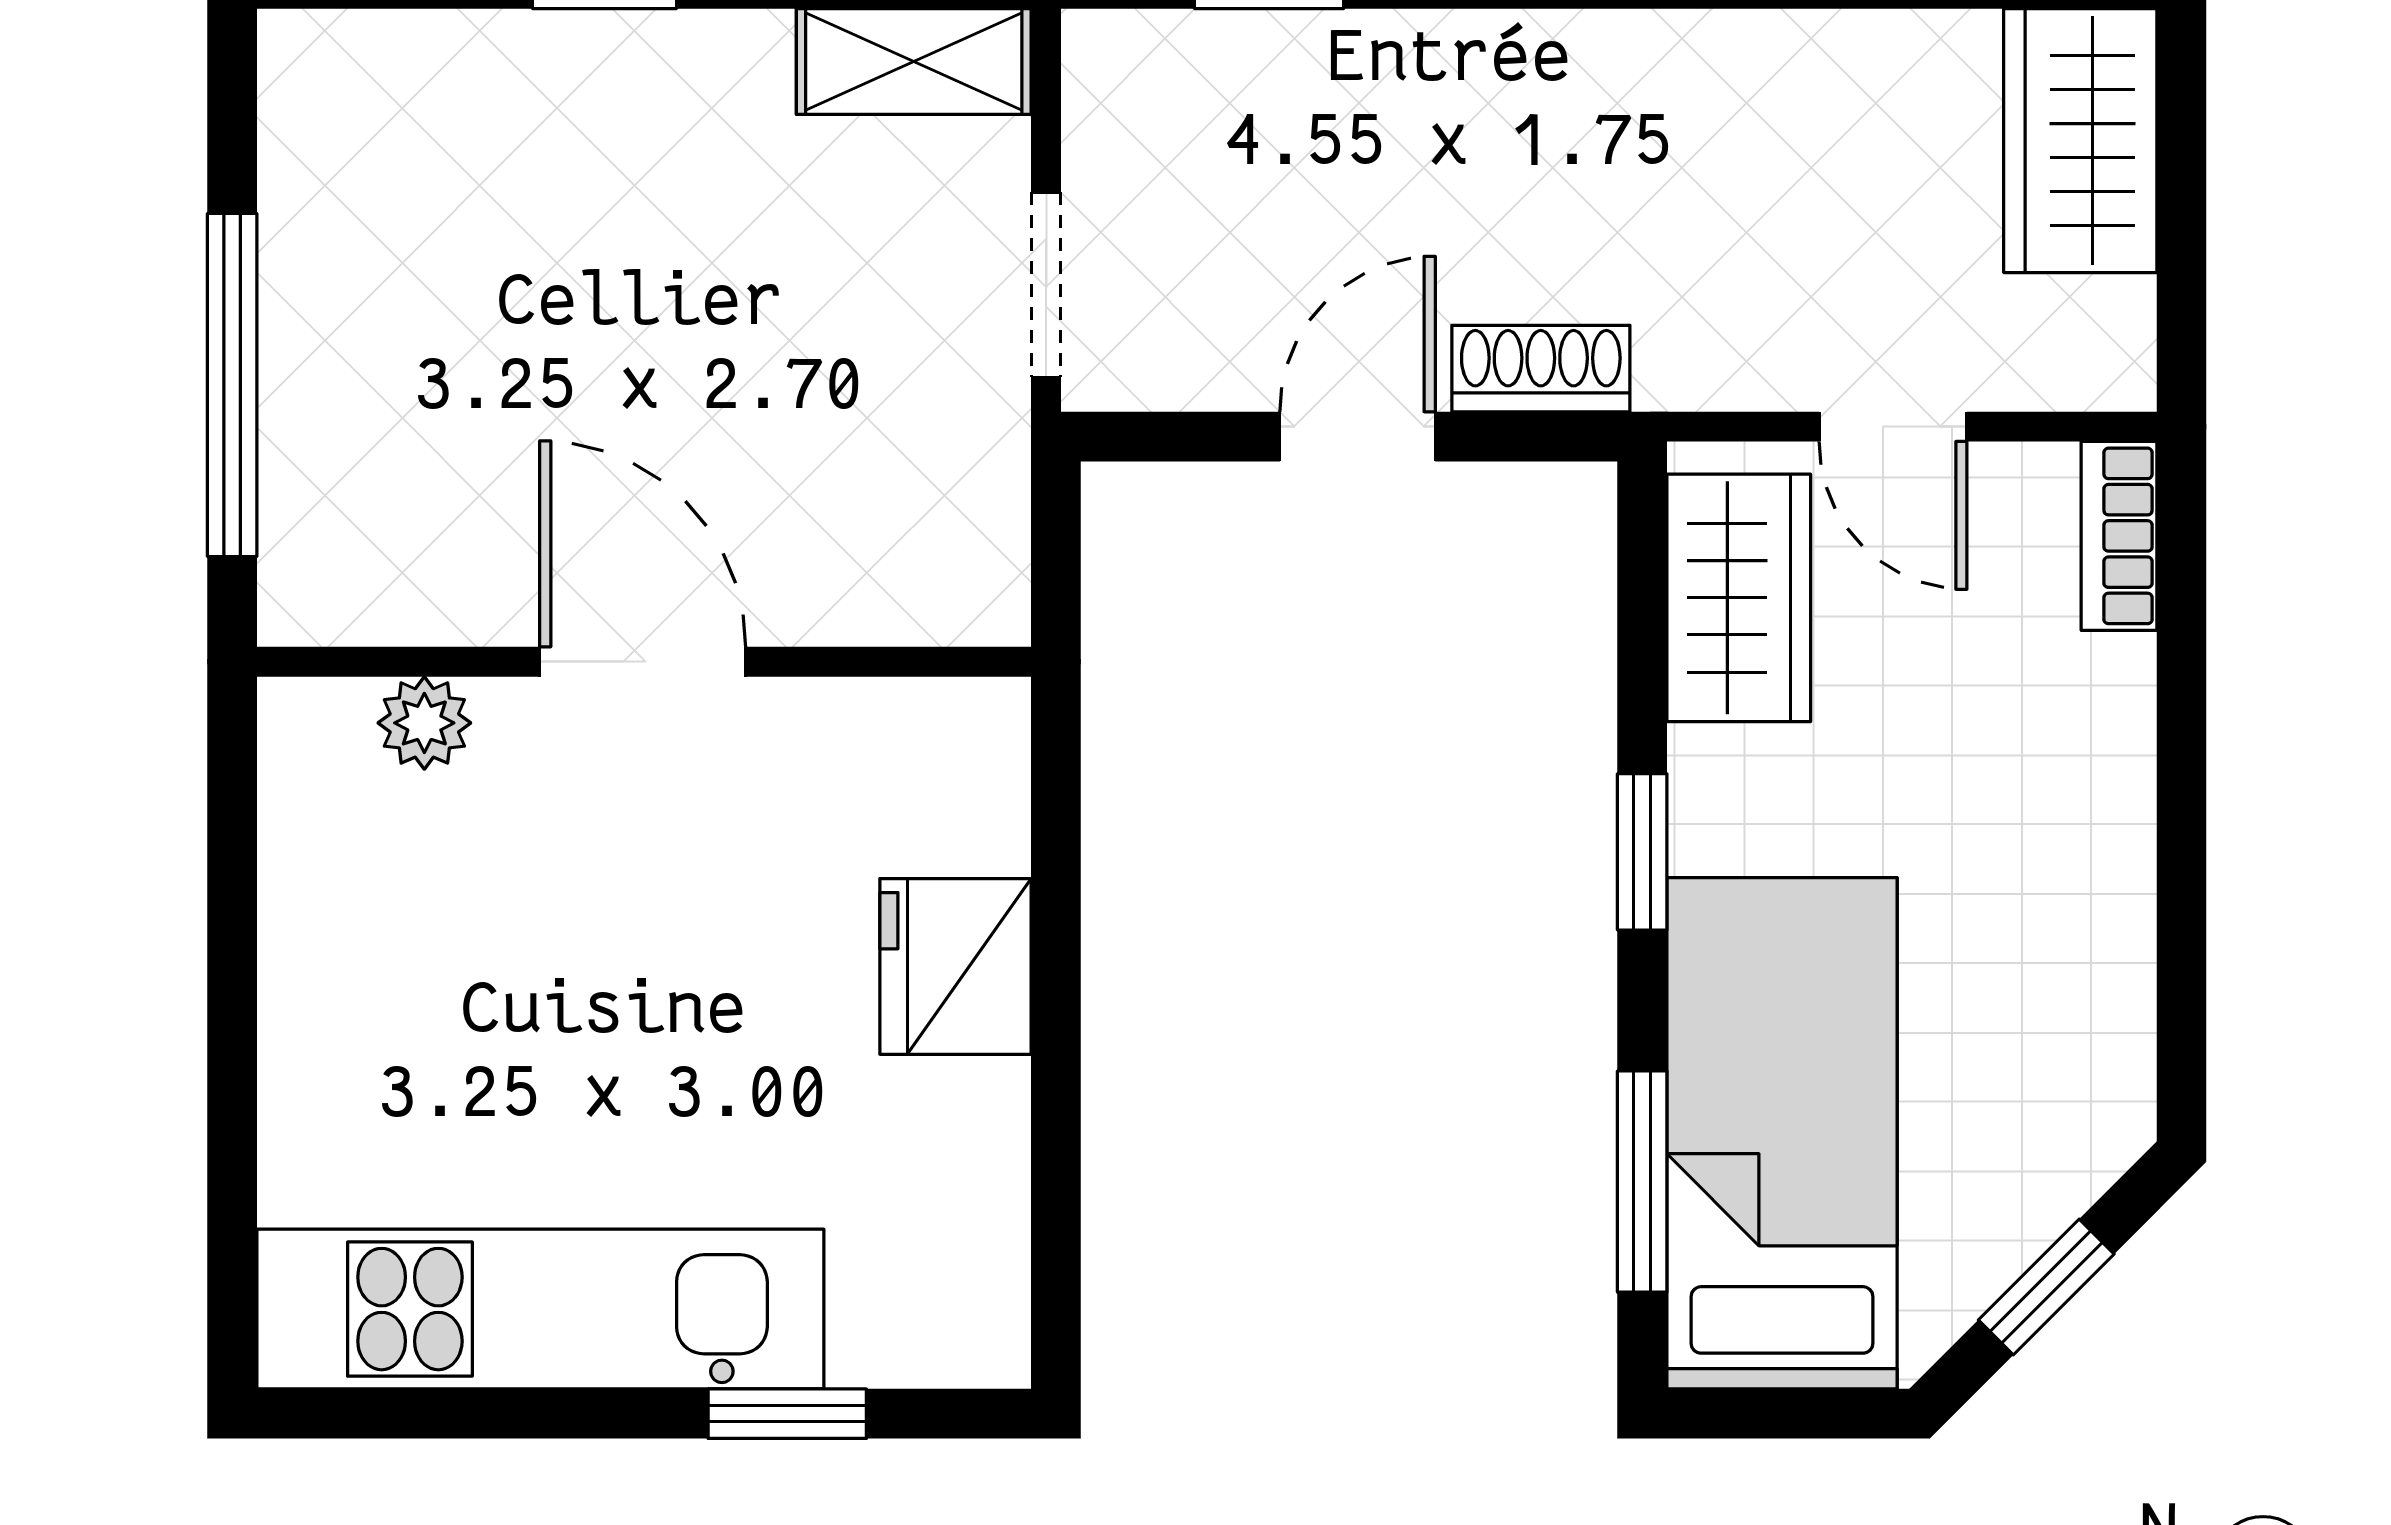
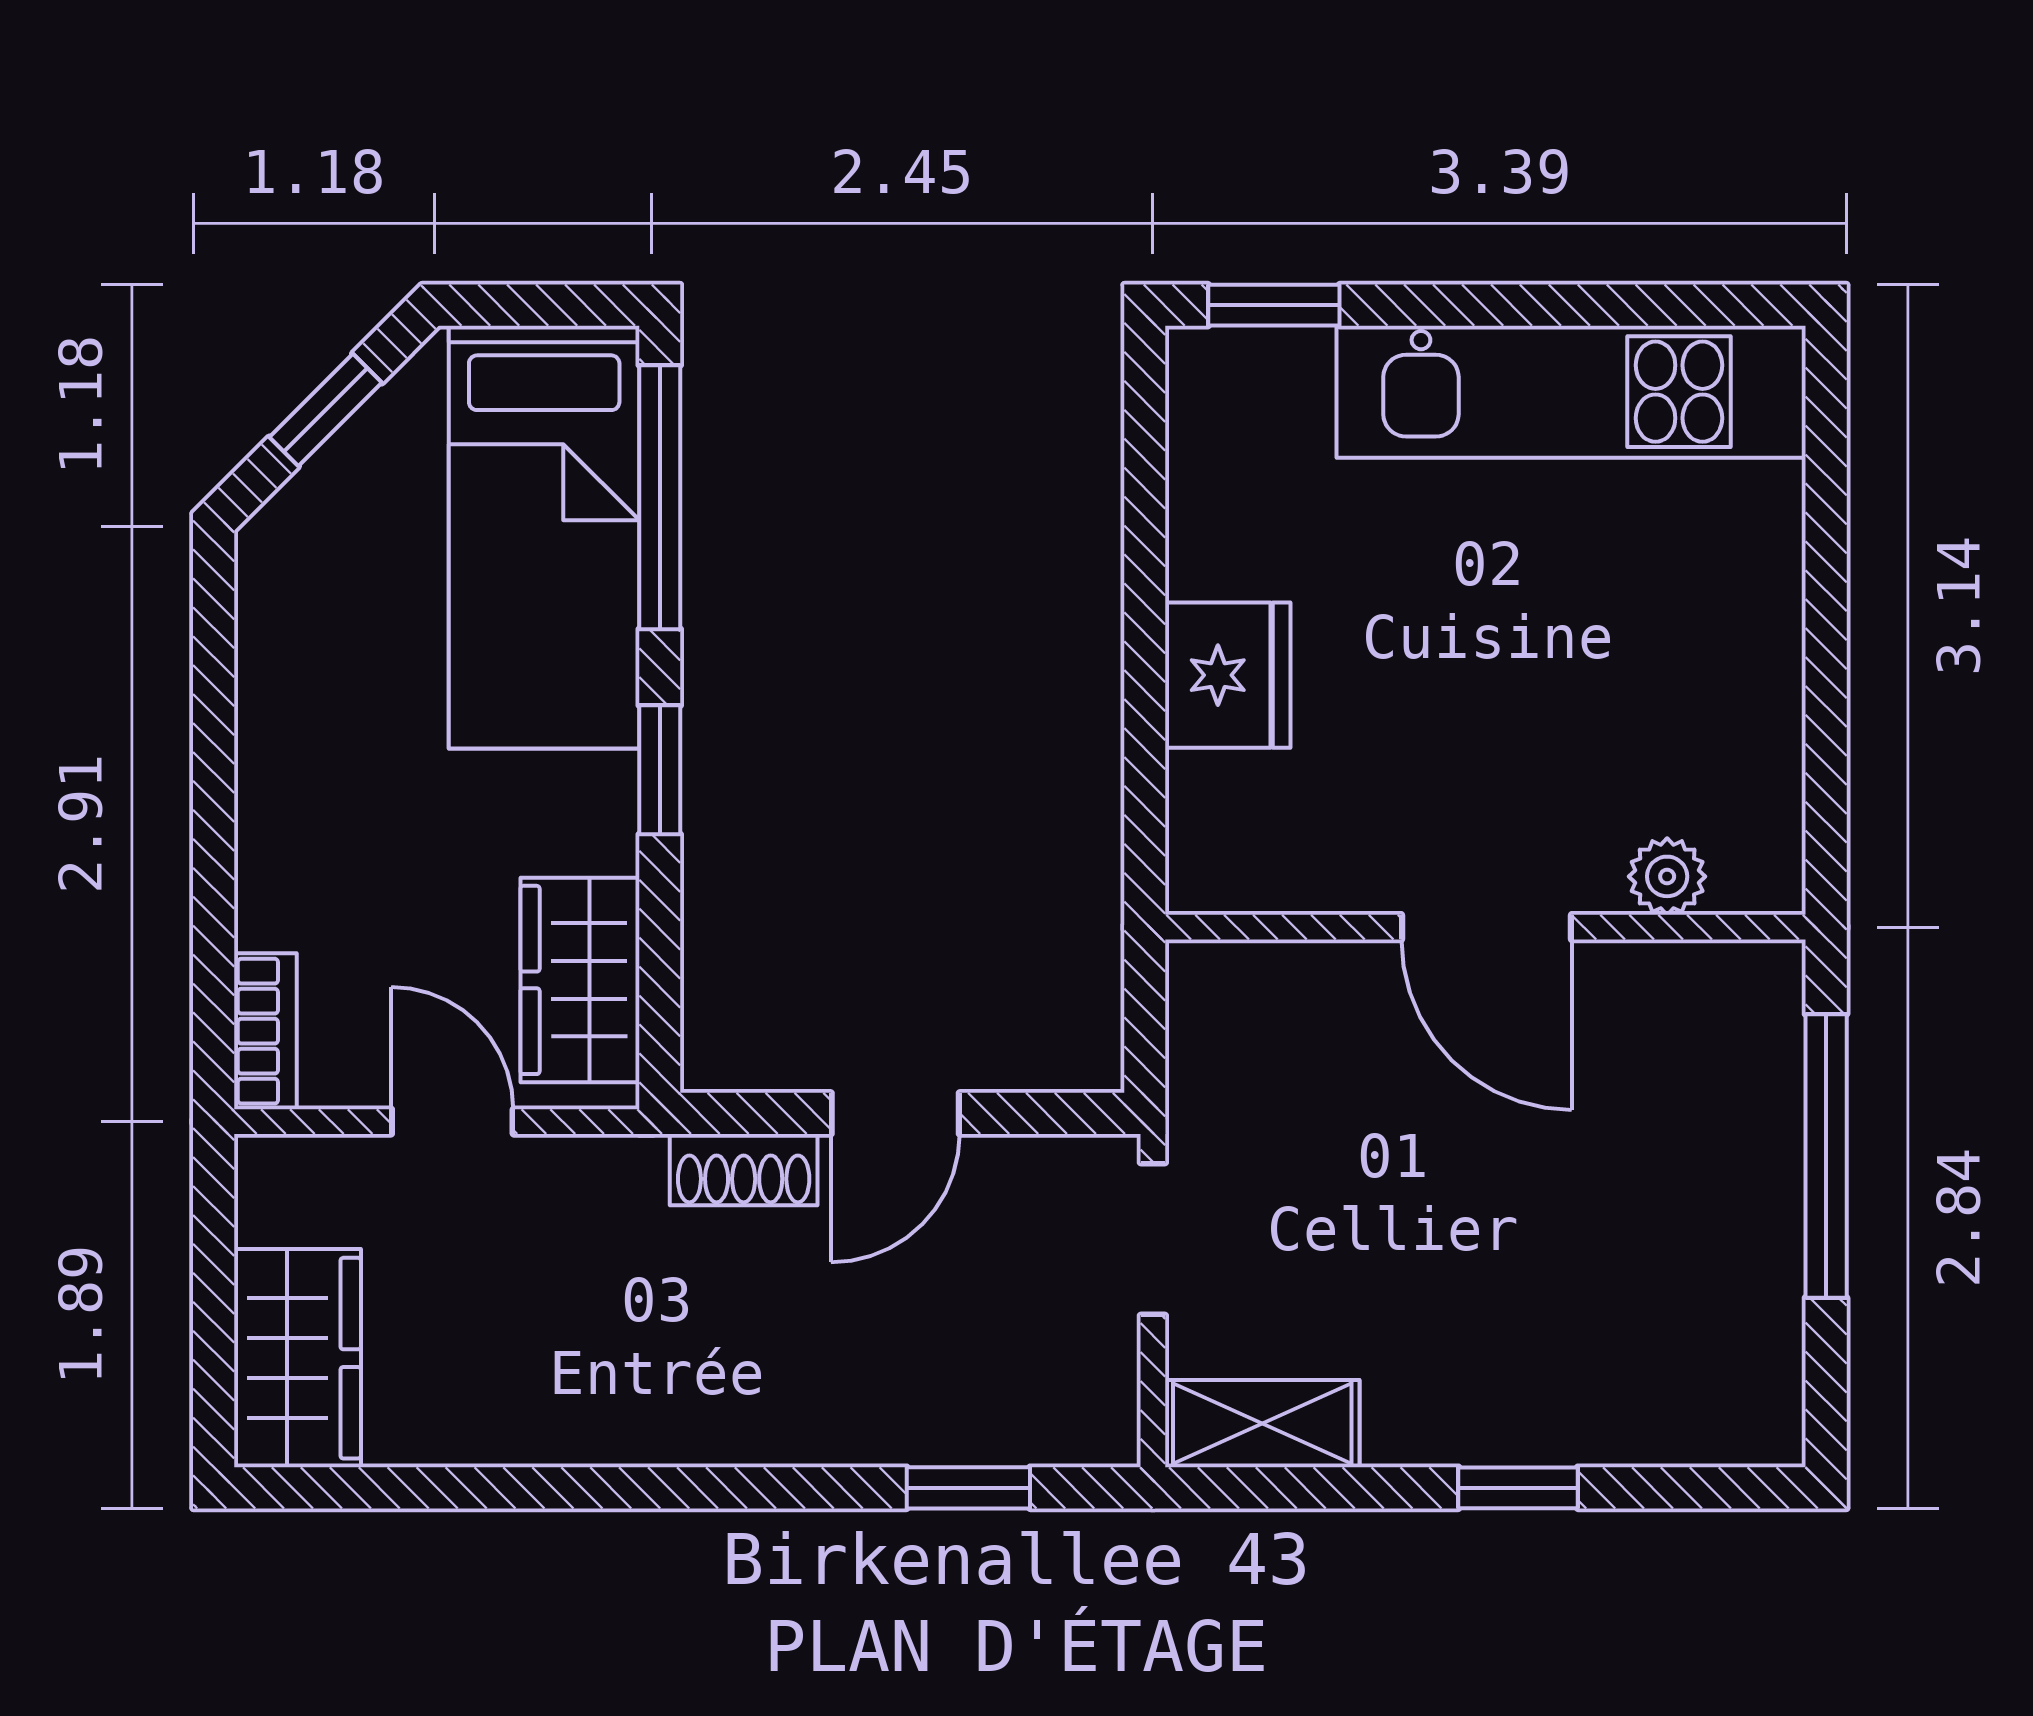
window: (1642, 1182) -> (660, 497), width x1.44
window: (787, 1414) -> (1274, 305), moved

